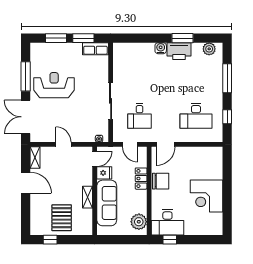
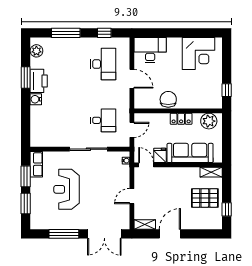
reception desk: (54, 85) -> (67, 189), moved
door: (166, 144) -> (132, 79), moved
locker: (141, 179) -> (181, 119), moved
corner desk: (206, 196) -> (198, 54), moved
shelving: (88, 197) -> (211, 172), moved
desk: (167, 222) -> (150, 50), moved, turned -90

